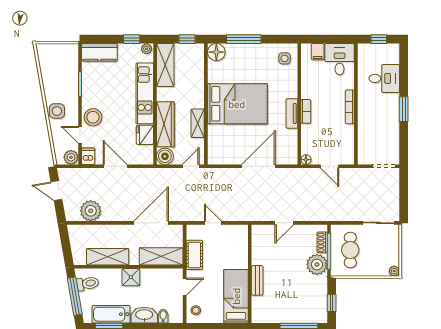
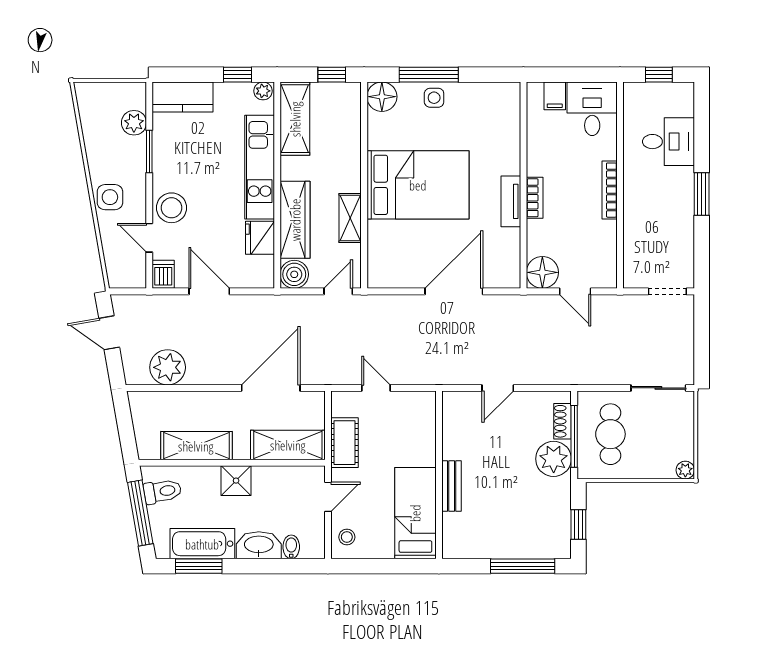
side table: (285, 58) -> (434, 98), moved
plant: (71, 157) -> (134, 123), moved
floor lamp: (306, 160) -> (542, 272), width x1.89, depth x1.89

